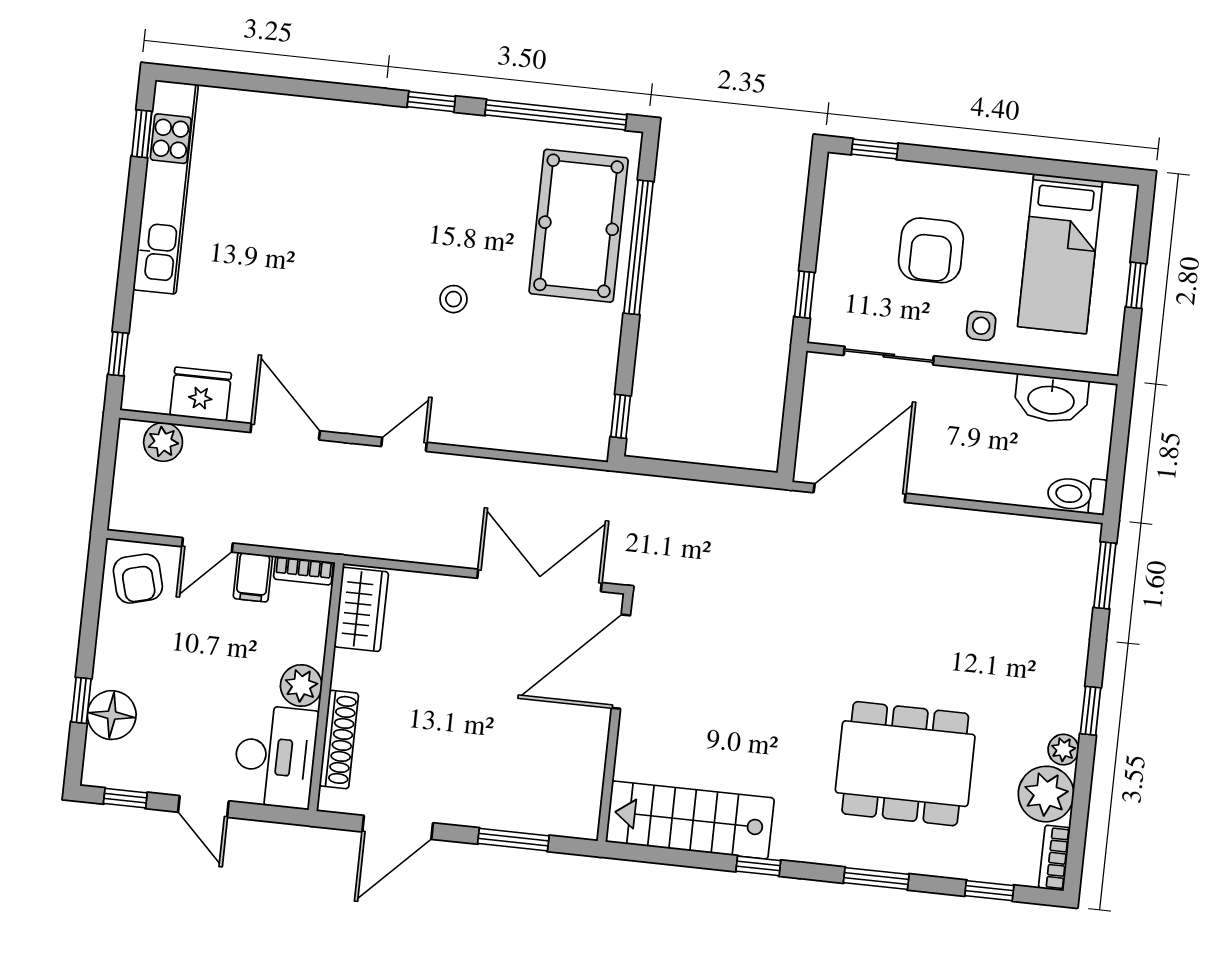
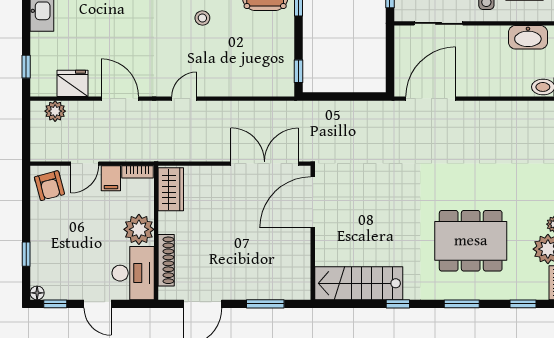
plant: (301, 686) -> (139, 229), width x1.36, depth x1.36
floor lamp: (112, 715) -> (37, 293), moved, width x0.53, depth x0.53

